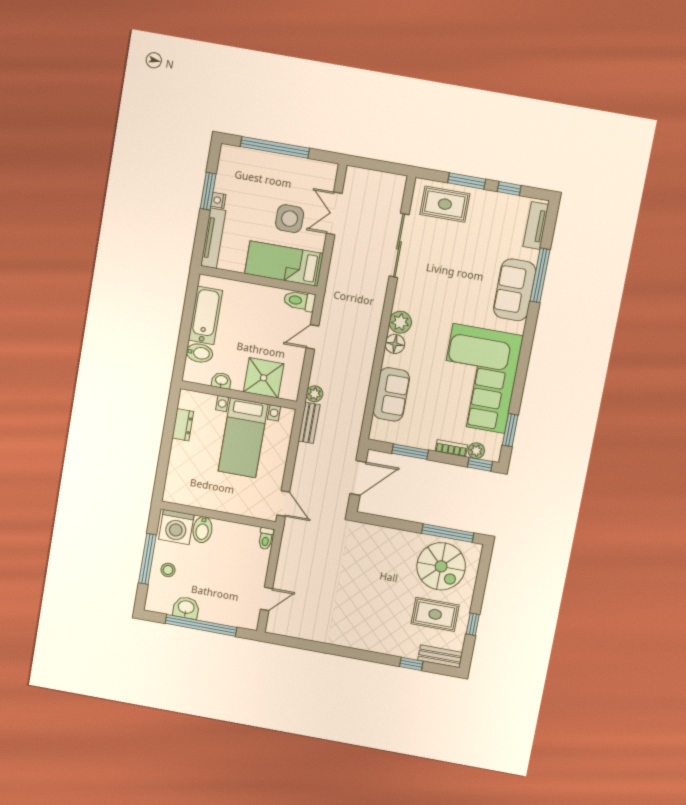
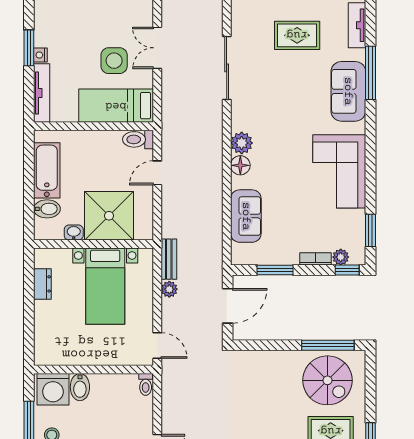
rug: (445, 204) -> (297, 35), moved
shower: (264, 378) -> (109, 216), width x1.37, depth x1.37
corner sofa: (479, 379) -> (339, 171), width x0.73, depth x0.74
plant: (315, 394) -> (169, 289), moved

